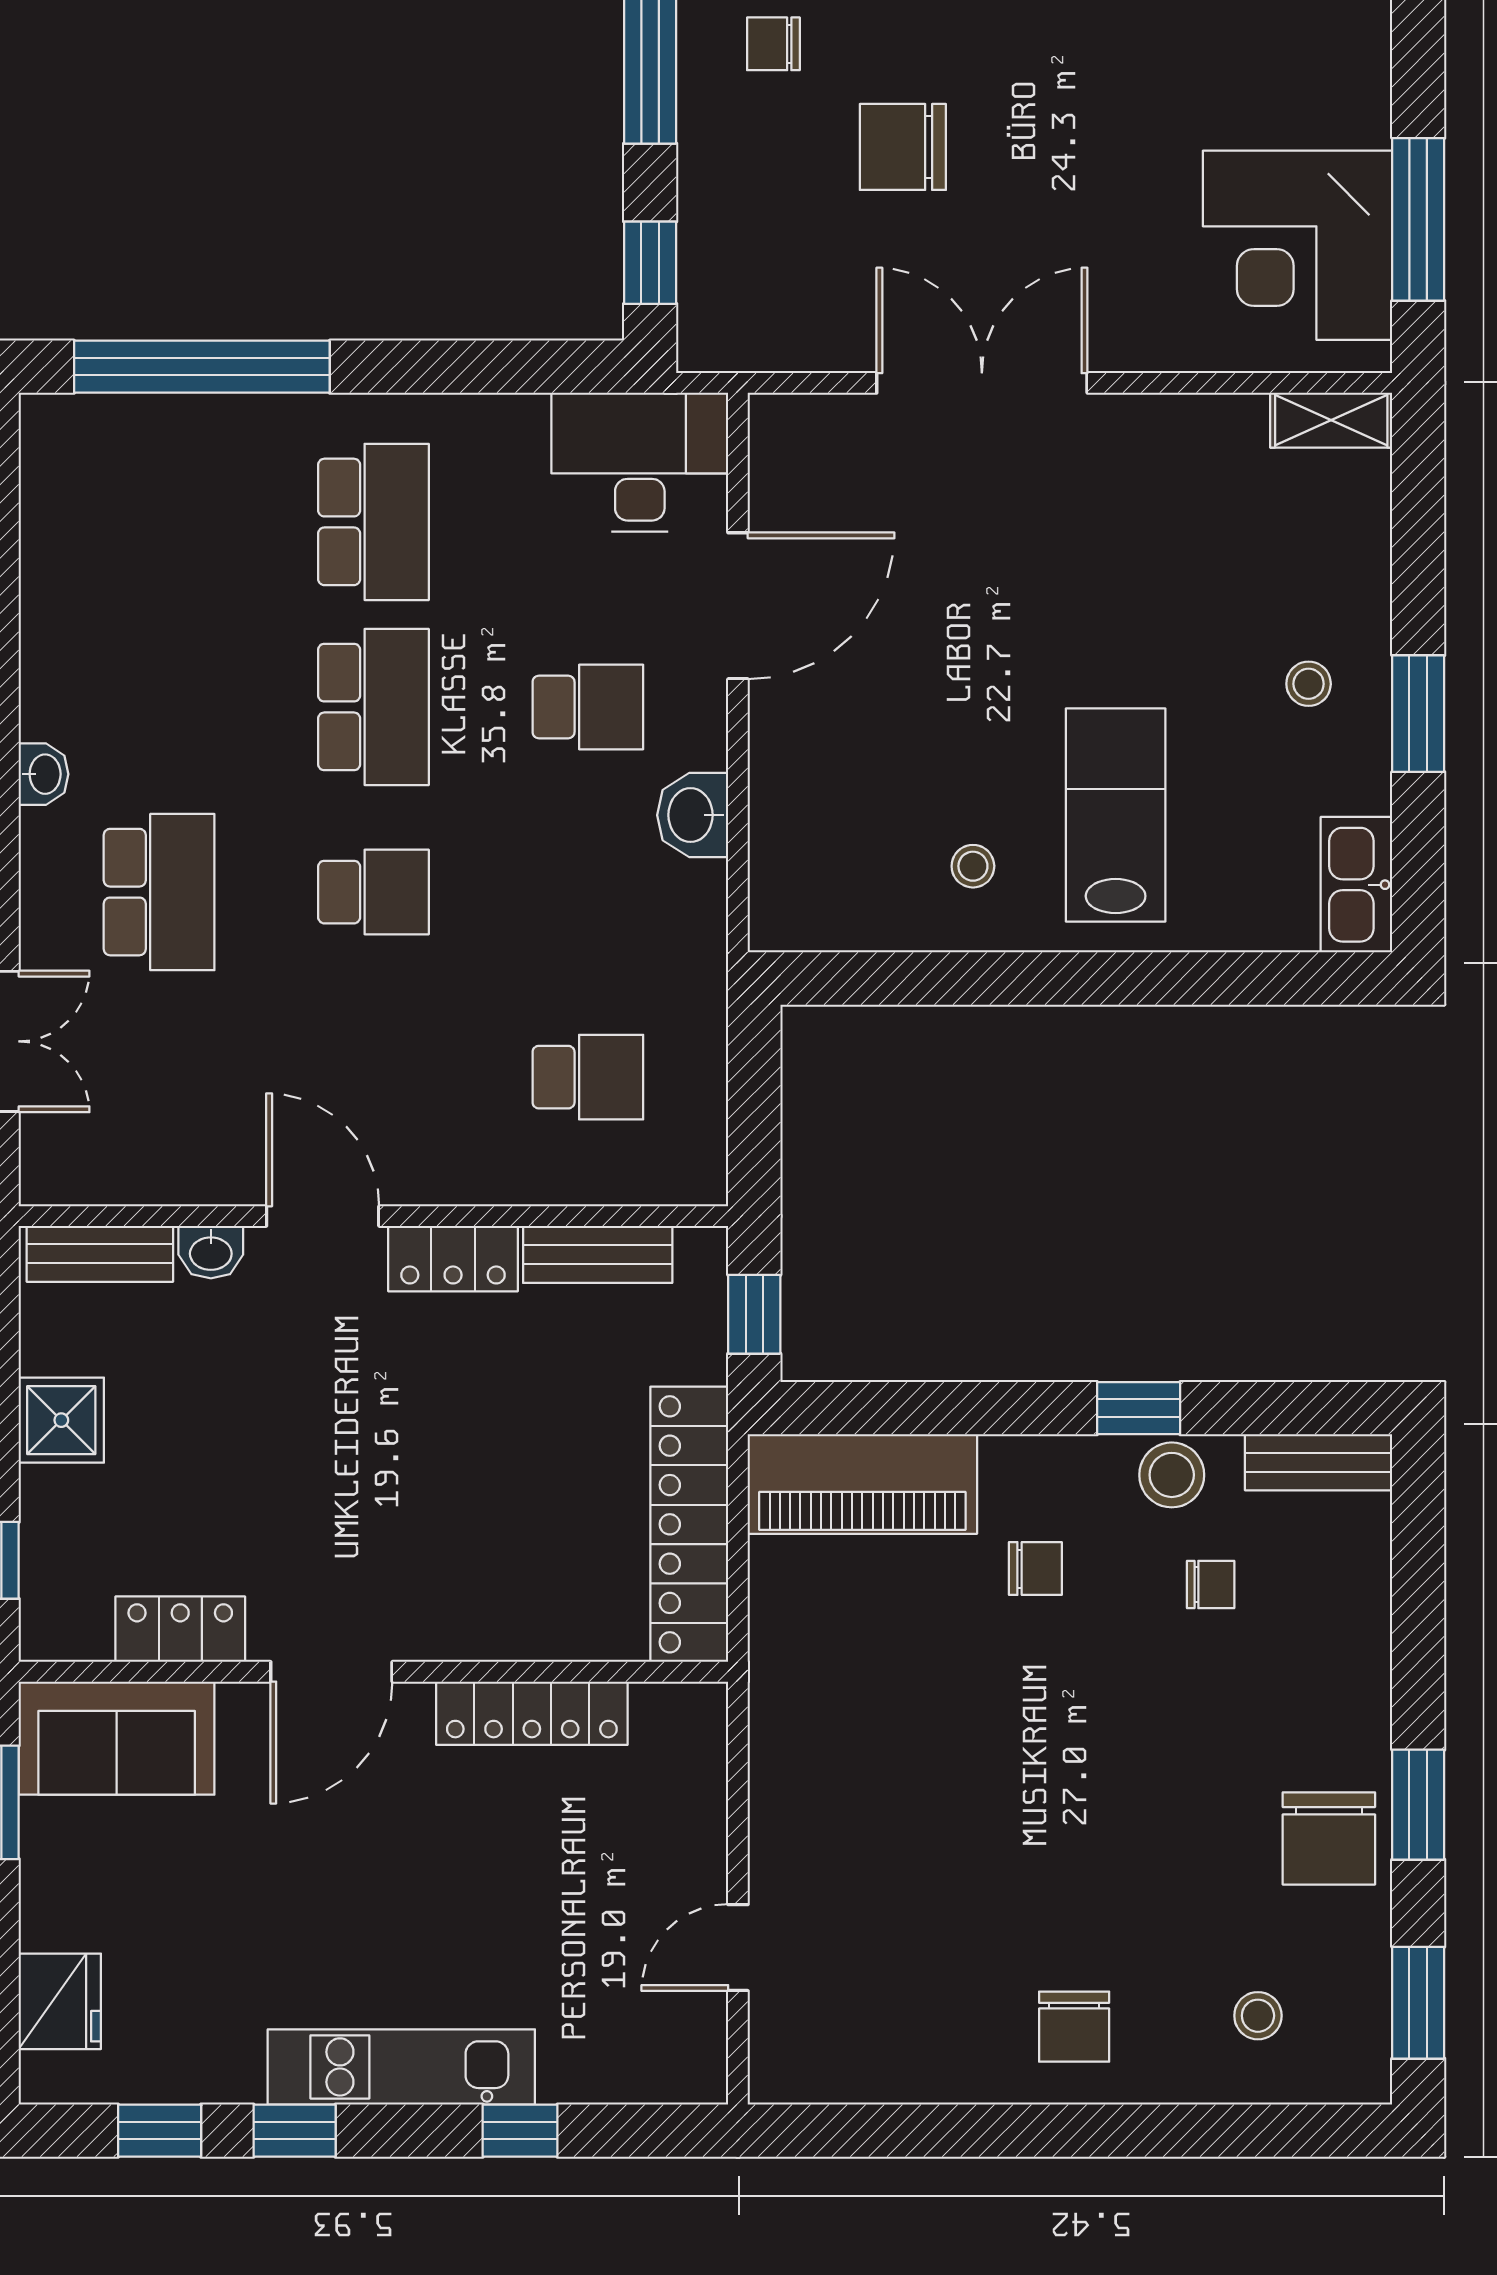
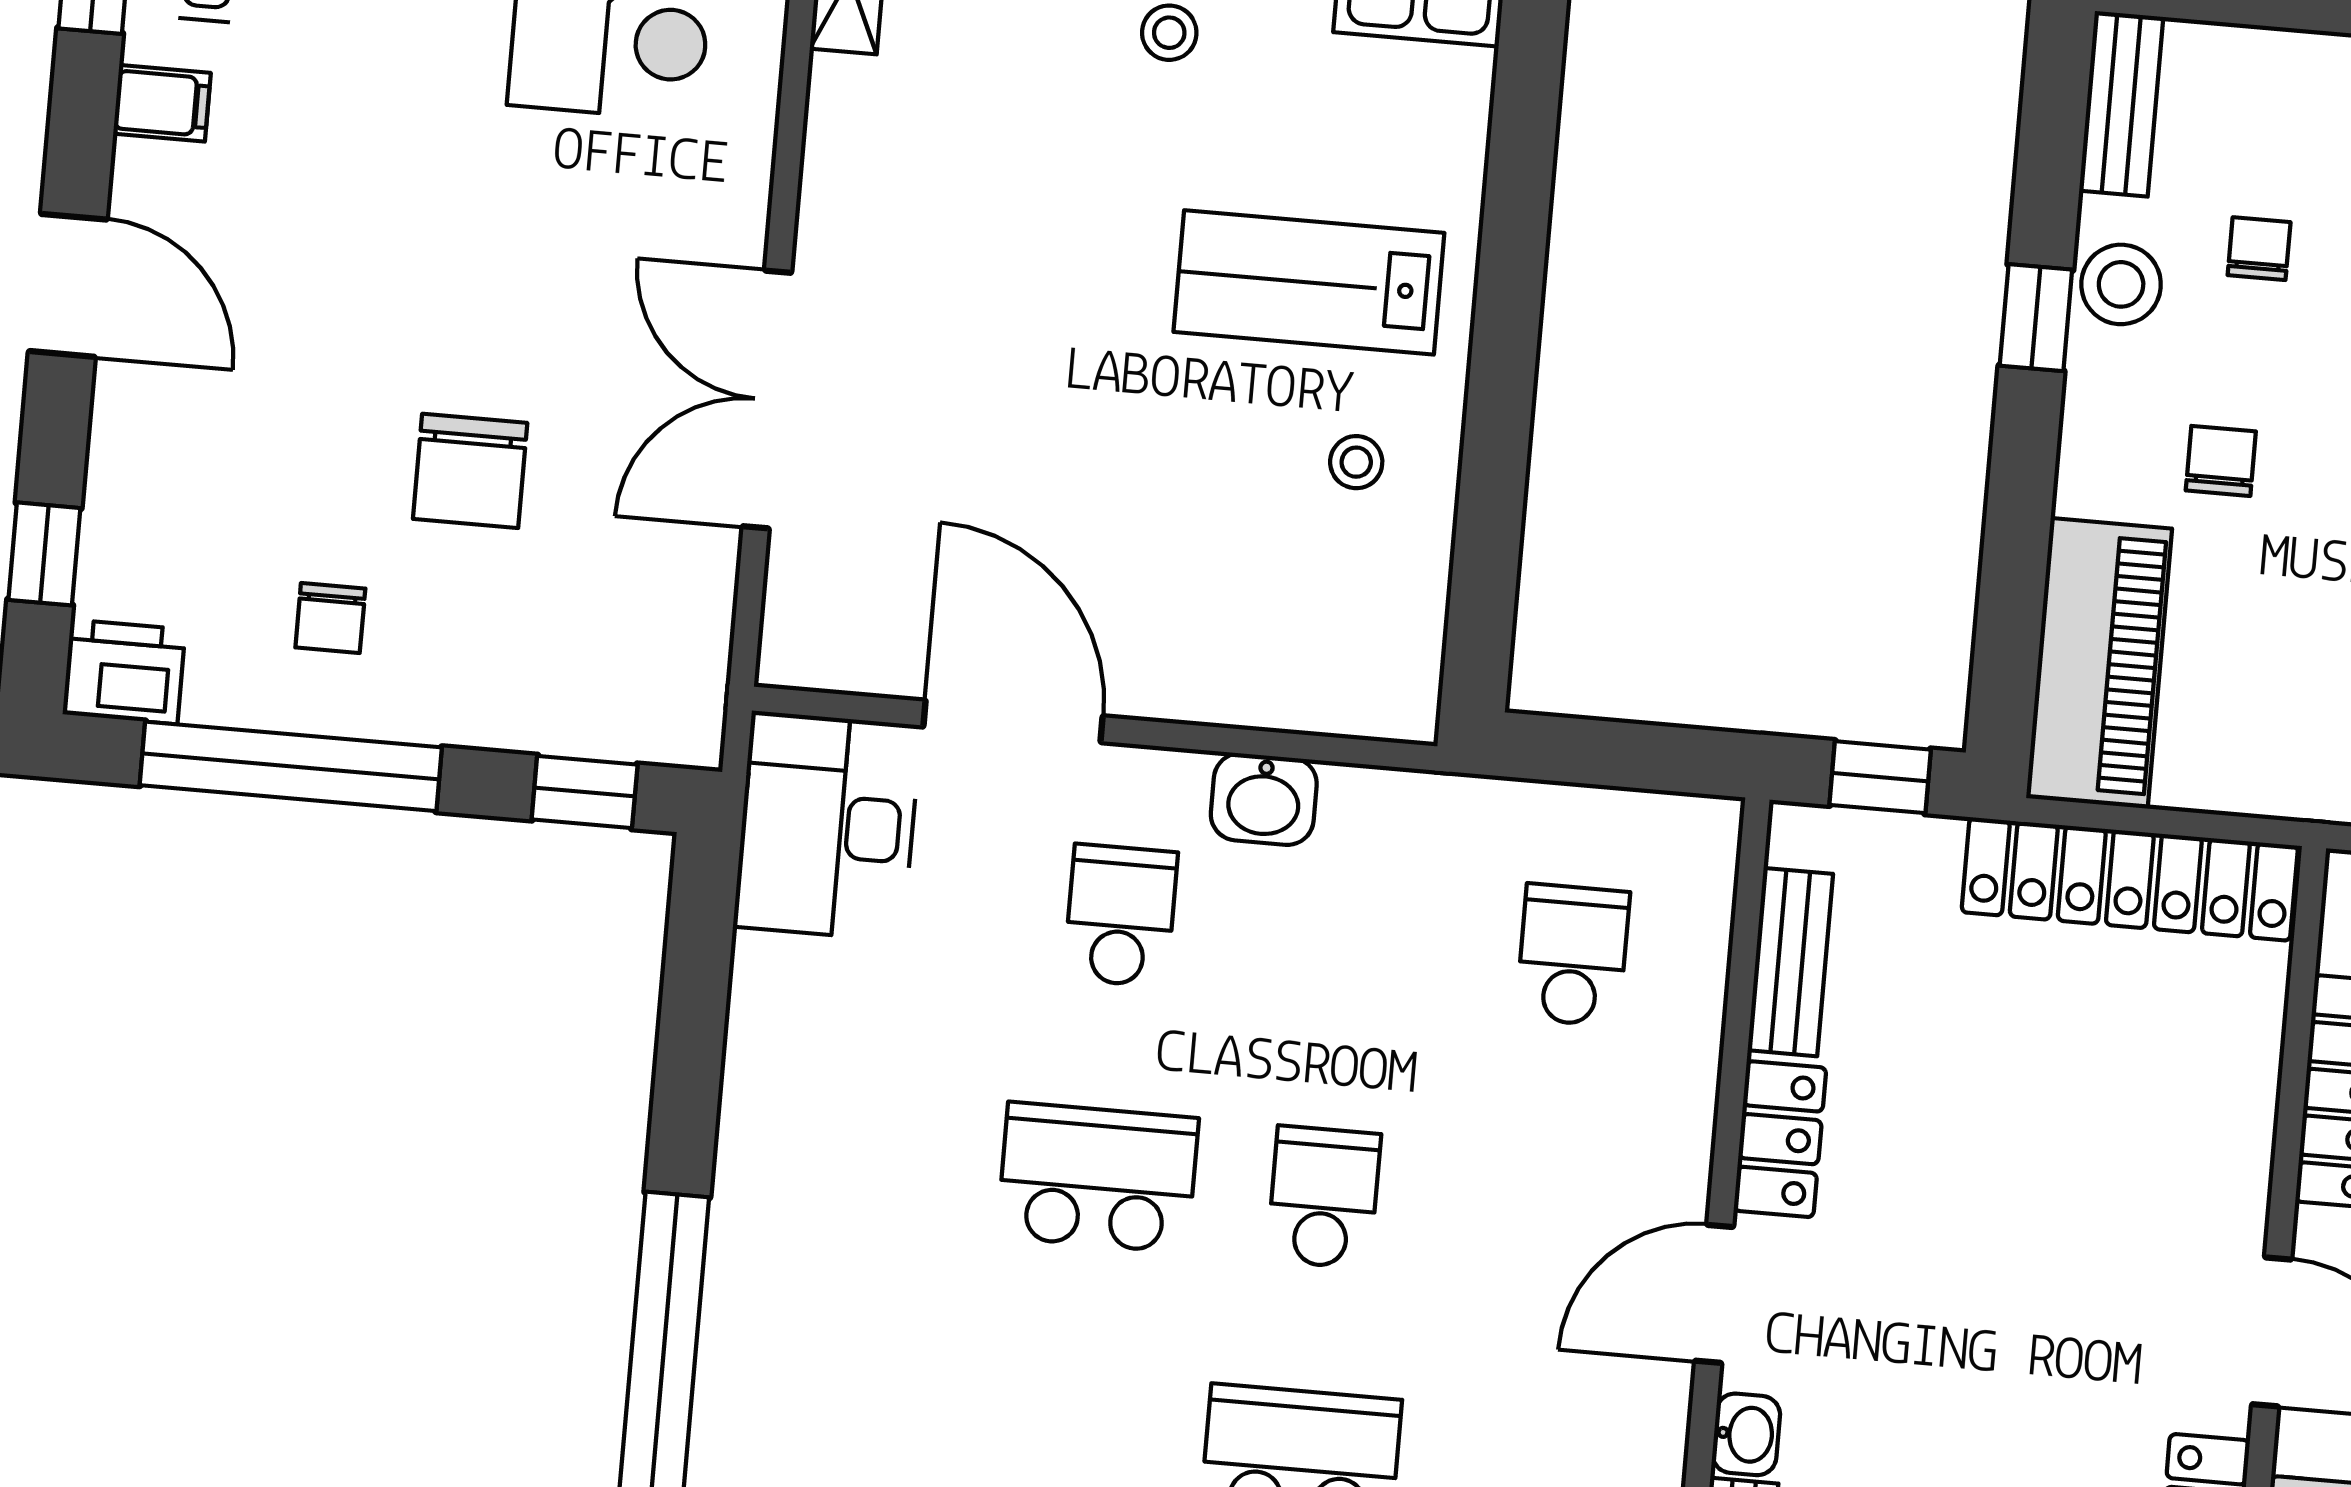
school desk: (373, 522) -> (872, 1158), removed

